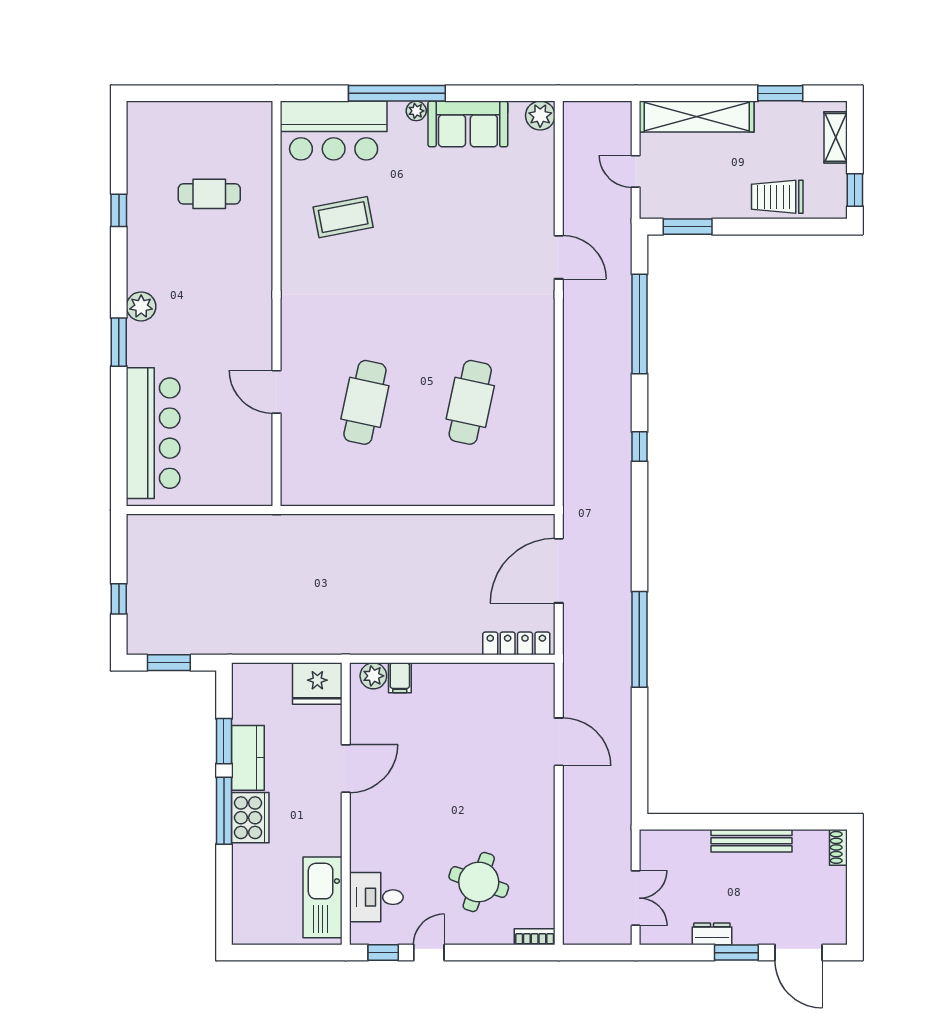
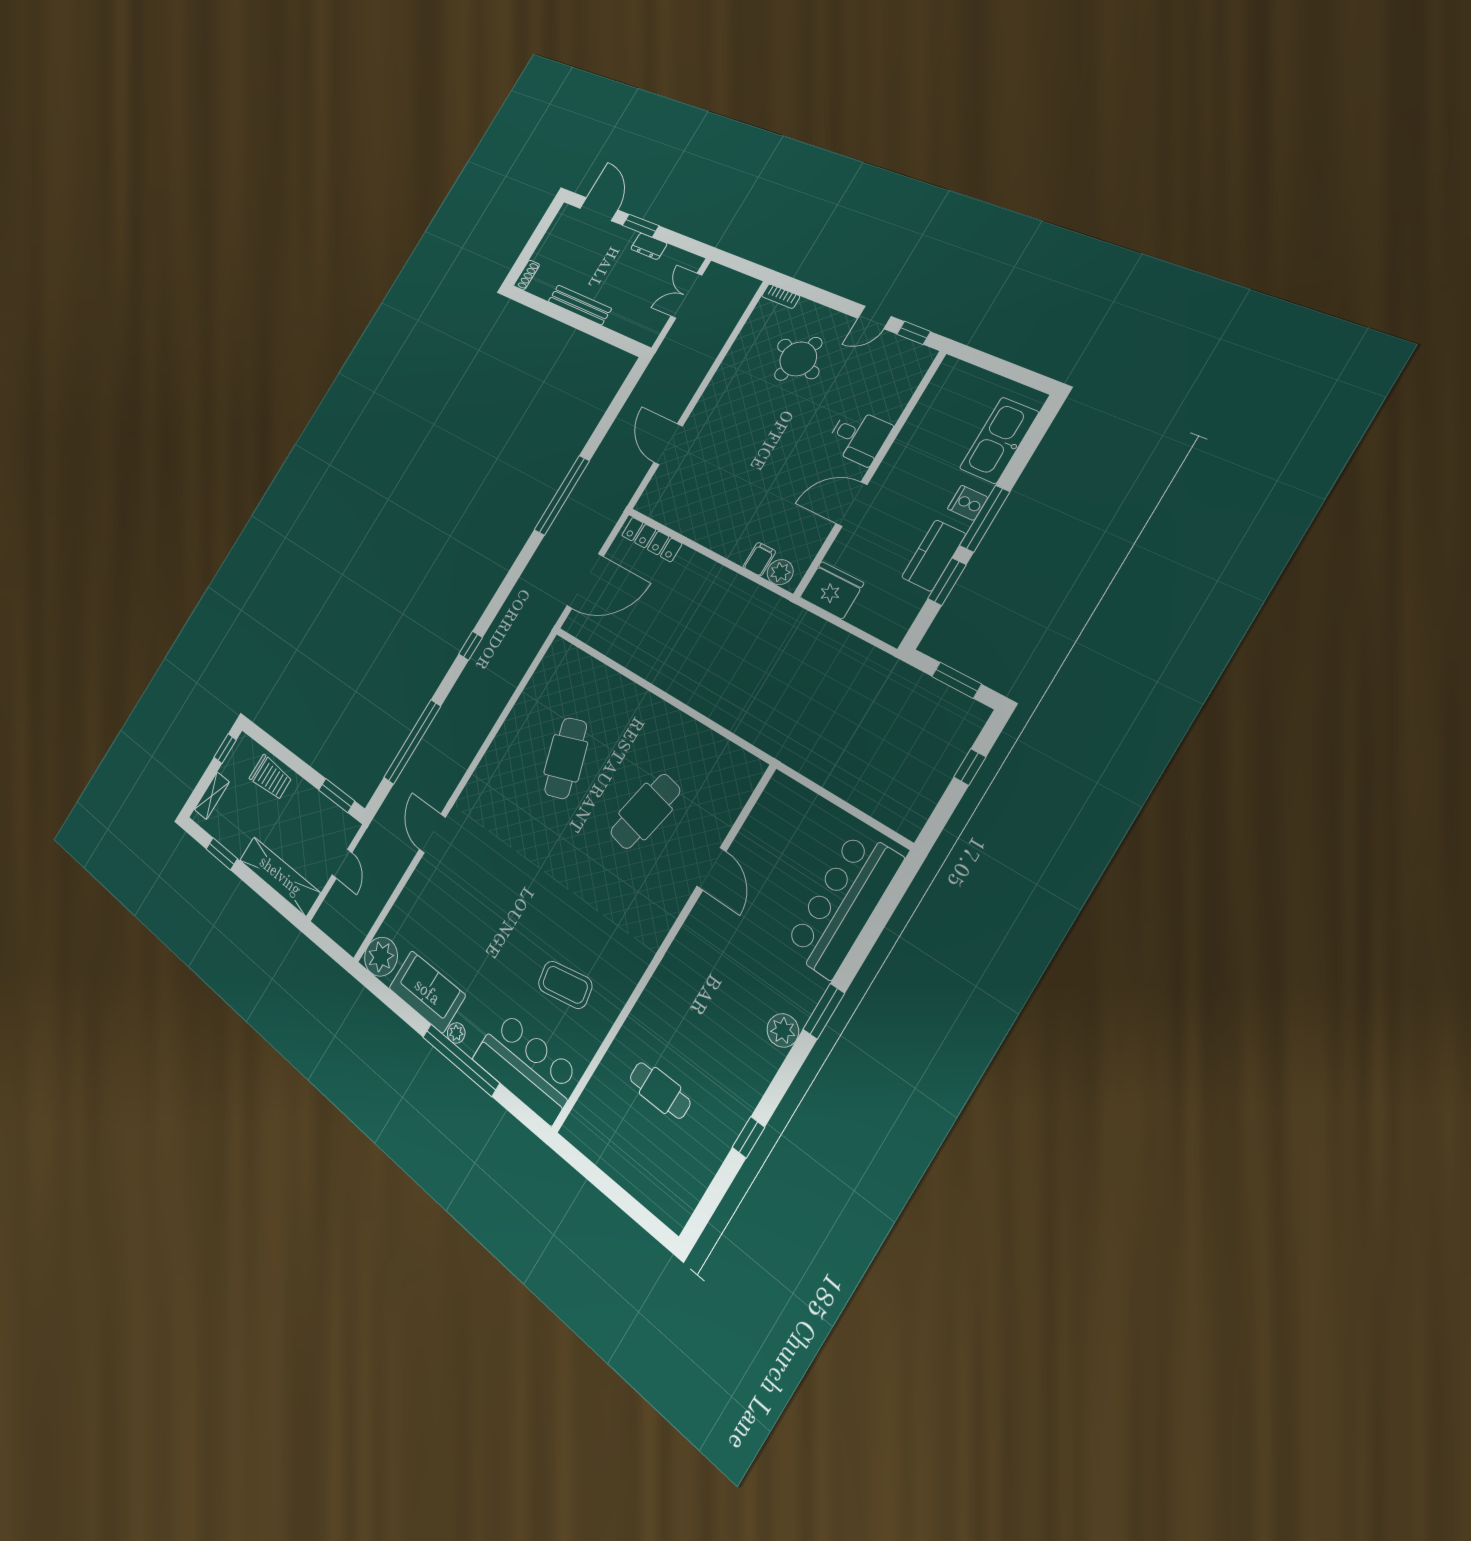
plant: (540, 116) -> (381, 957), width x1.36, depth x1.36
cafe table: (470, 402) -> (566, 758), turned -30
cooker: (250, 818) -> (968, 503), width x0.53, depth x0.76
kitchen sink: (322, 897) -> (999, 440), moved, turned 180
desk: (376, 897) -> (859, 437), moved

